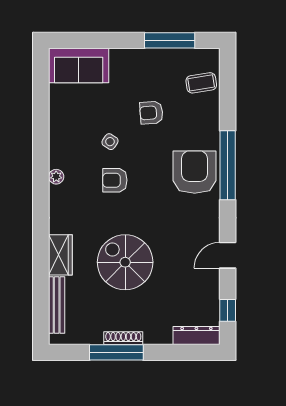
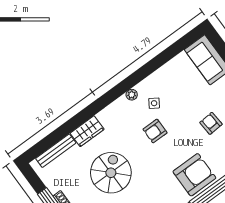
side table: (110, 142) -> (154, 103), moved
armchair: (115, 180) -> (155, 131), turned -90

